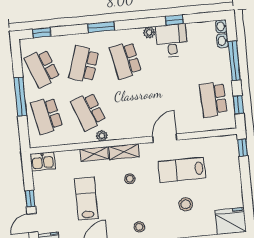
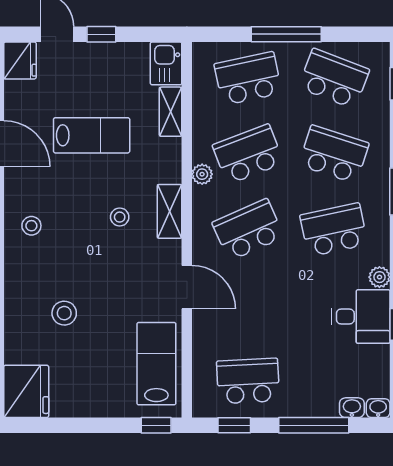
school desk: (42, 68) -> (334, 79), turned 42
school desk: (130, 107) -> (248, 230), added
shelving: (94, 154) -> (171, 112), moved
lab bench: (182, 170) -> (156, 364), moved

